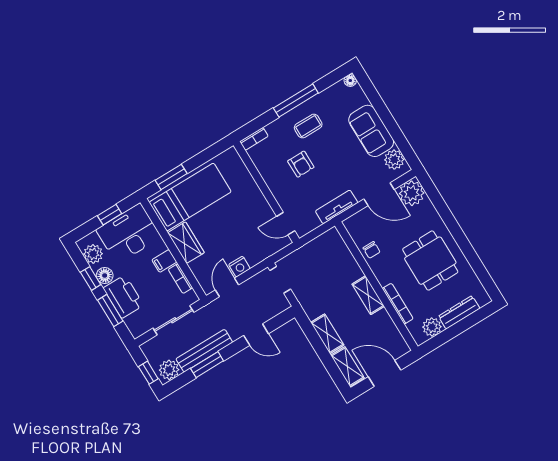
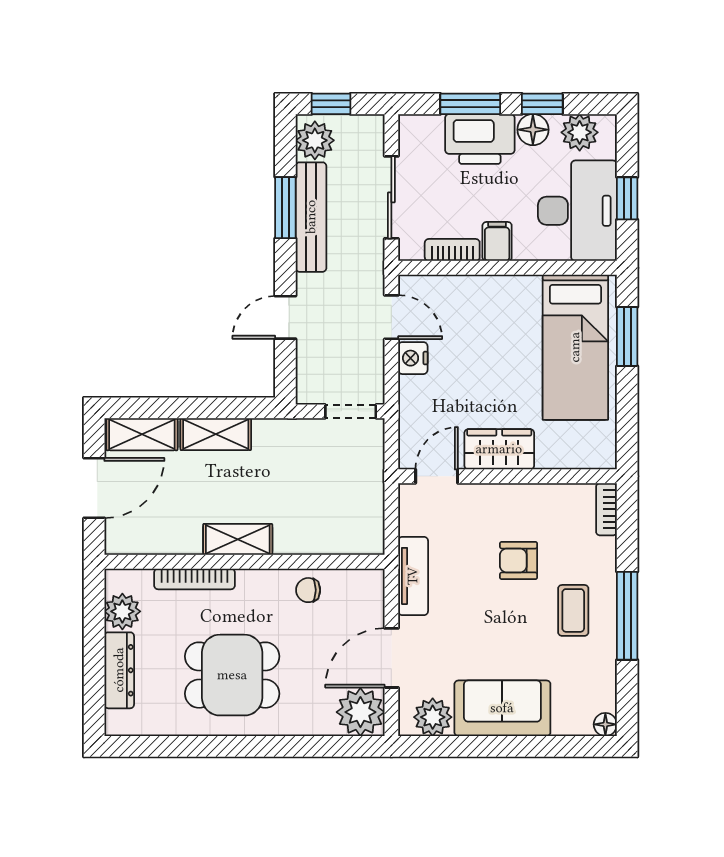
wardrobe: (186, 243) -> (499, 449), moved, turned 180

